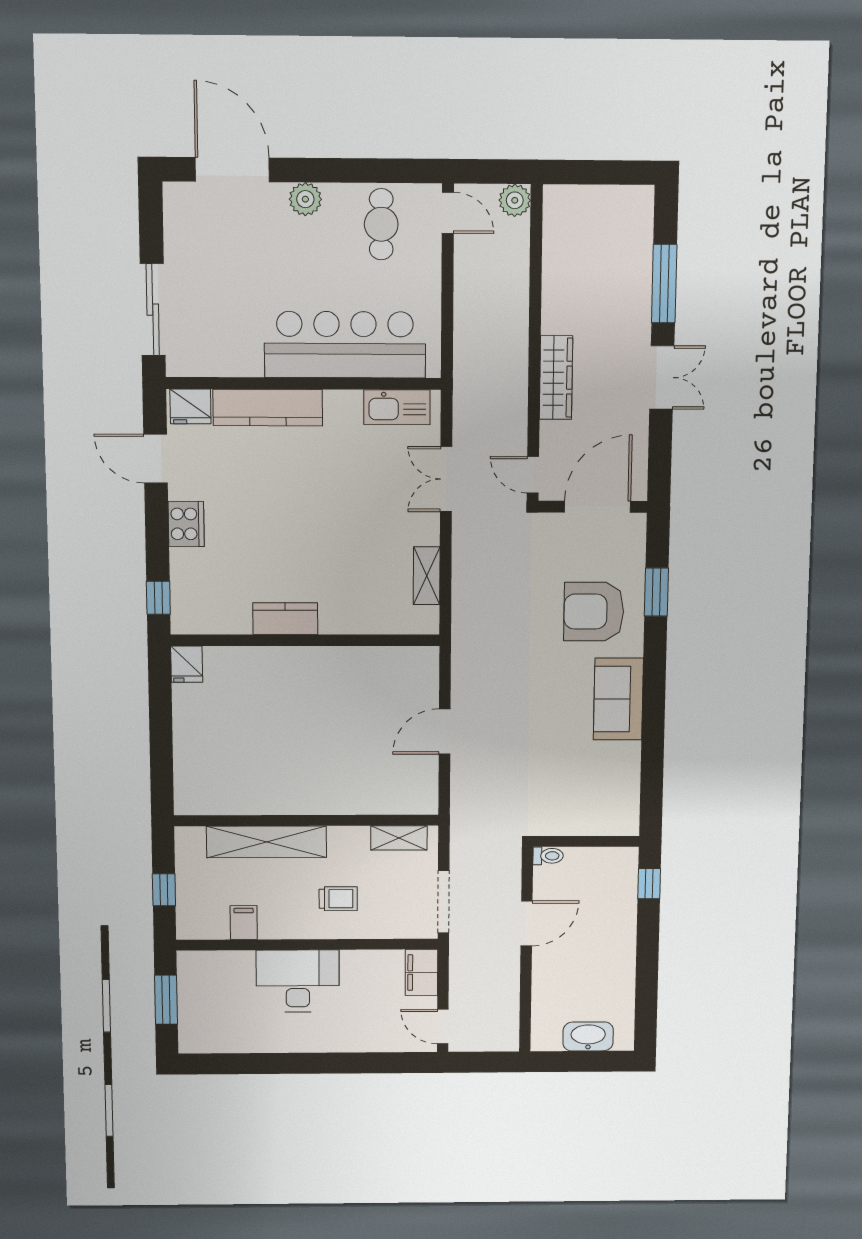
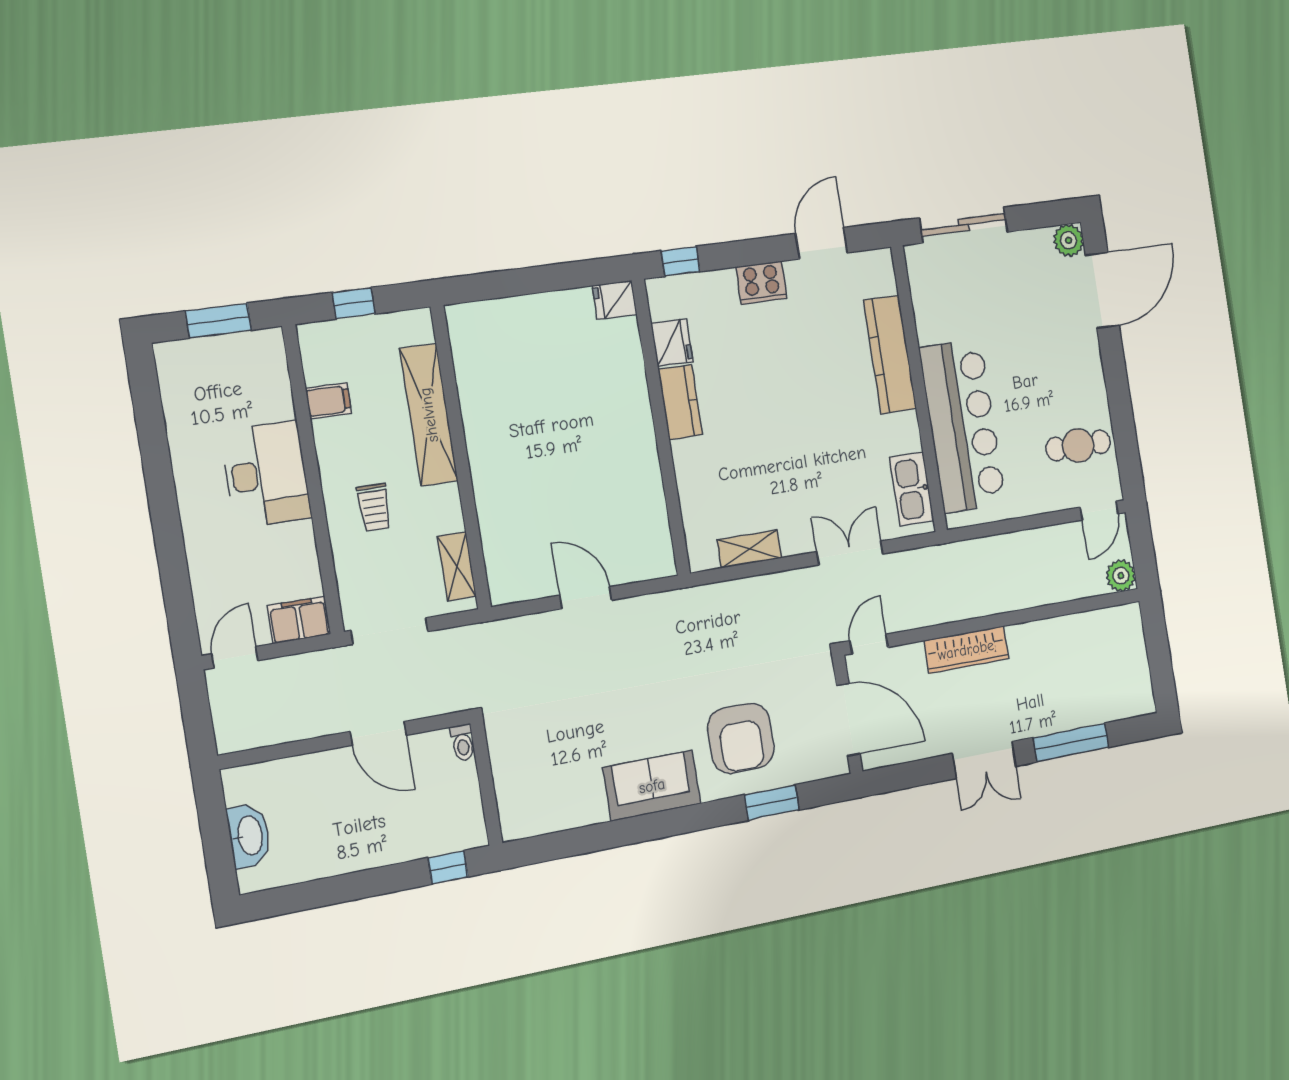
plant: (305, 199) -> (1069, 240), moved
fridge: (190, 406) -> (672, 343), moved, turned 180
armchair: (594, 612) -> (741, 738), turned 180

